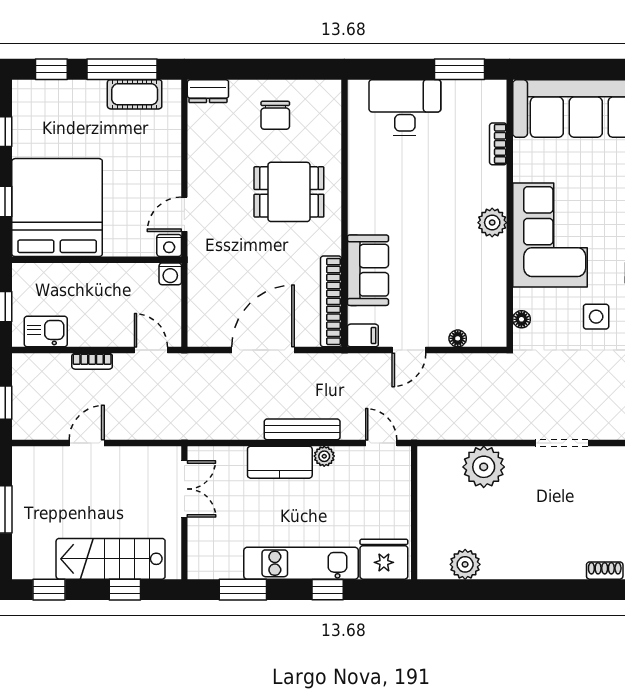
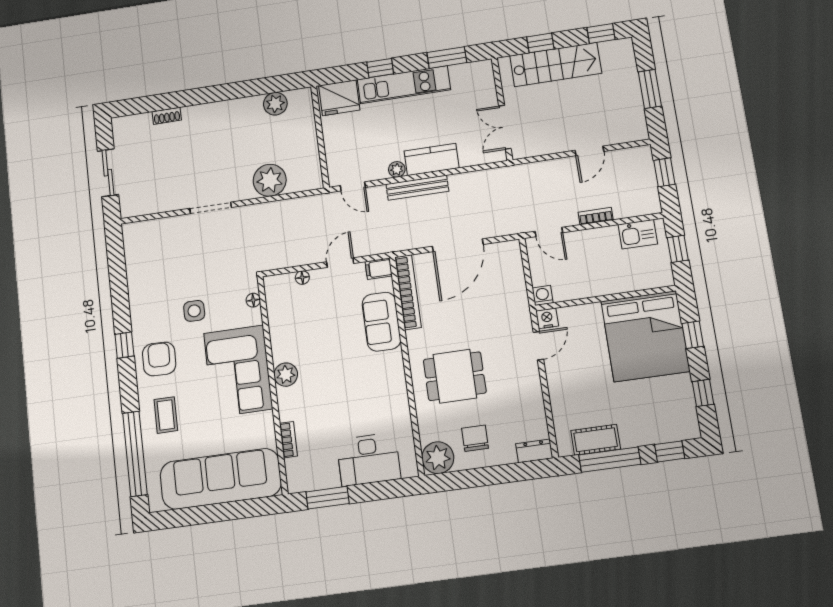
plant: (322, 98) -> (438, 458), added

